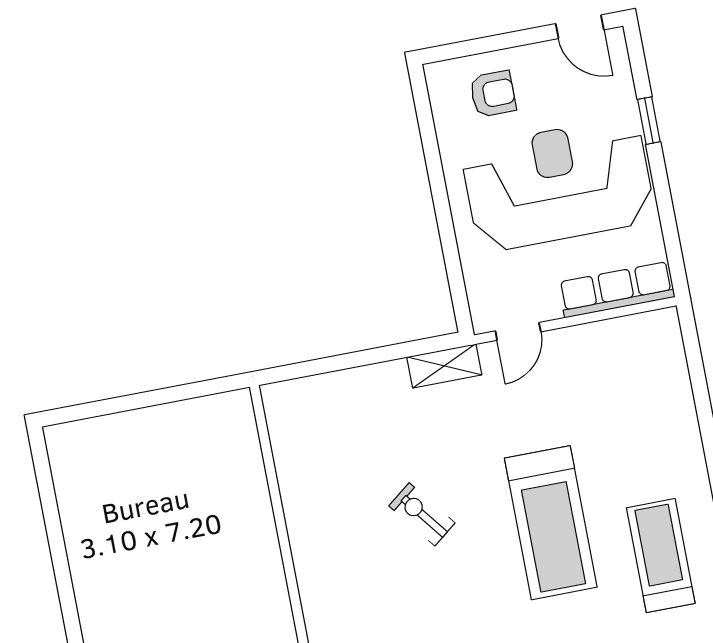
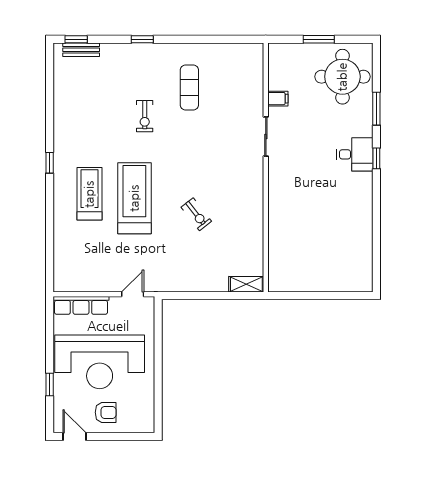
armchair: (493, 94) -> (106, 412), moved, turned 180
shelving: (444, 366) -> (246, 284), moved
treadmill: (661, 556) -> (89, 194), moved, turned 180

